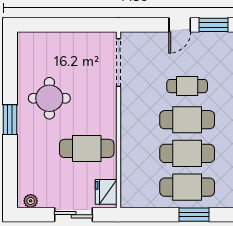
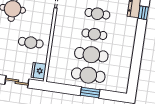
cafe table: (187, 120) -> (94, 34), width x0.73, depth x0.74
cafe table: (87, 148) -> (31, 43), width x0.73, depth x0.74

